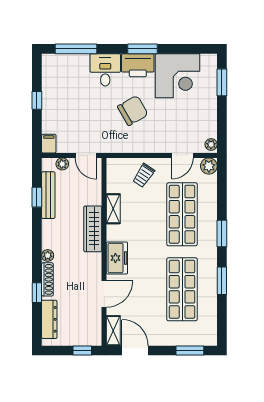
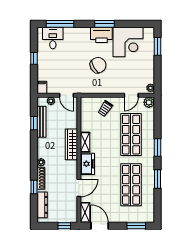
desk: (105, 70) -> (53, 38), moved
shelving: (113, 209) -> (85, 142), moved

